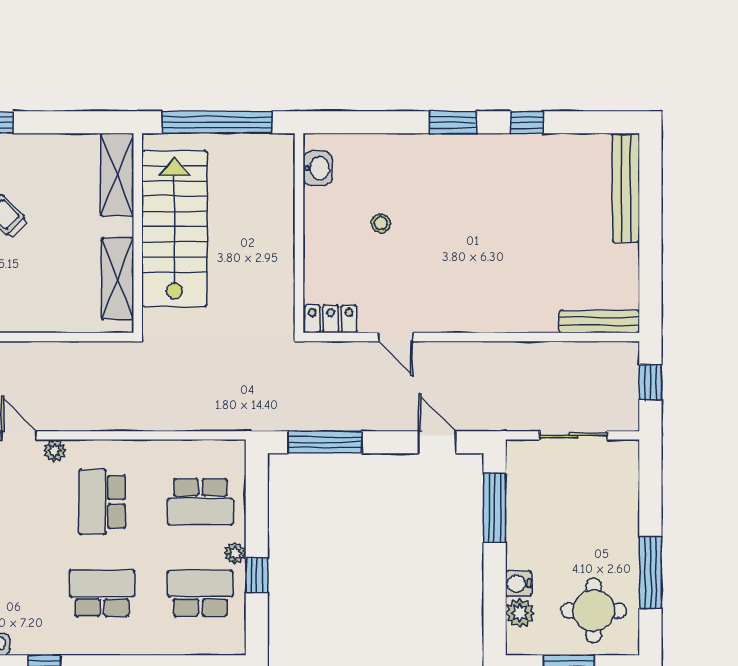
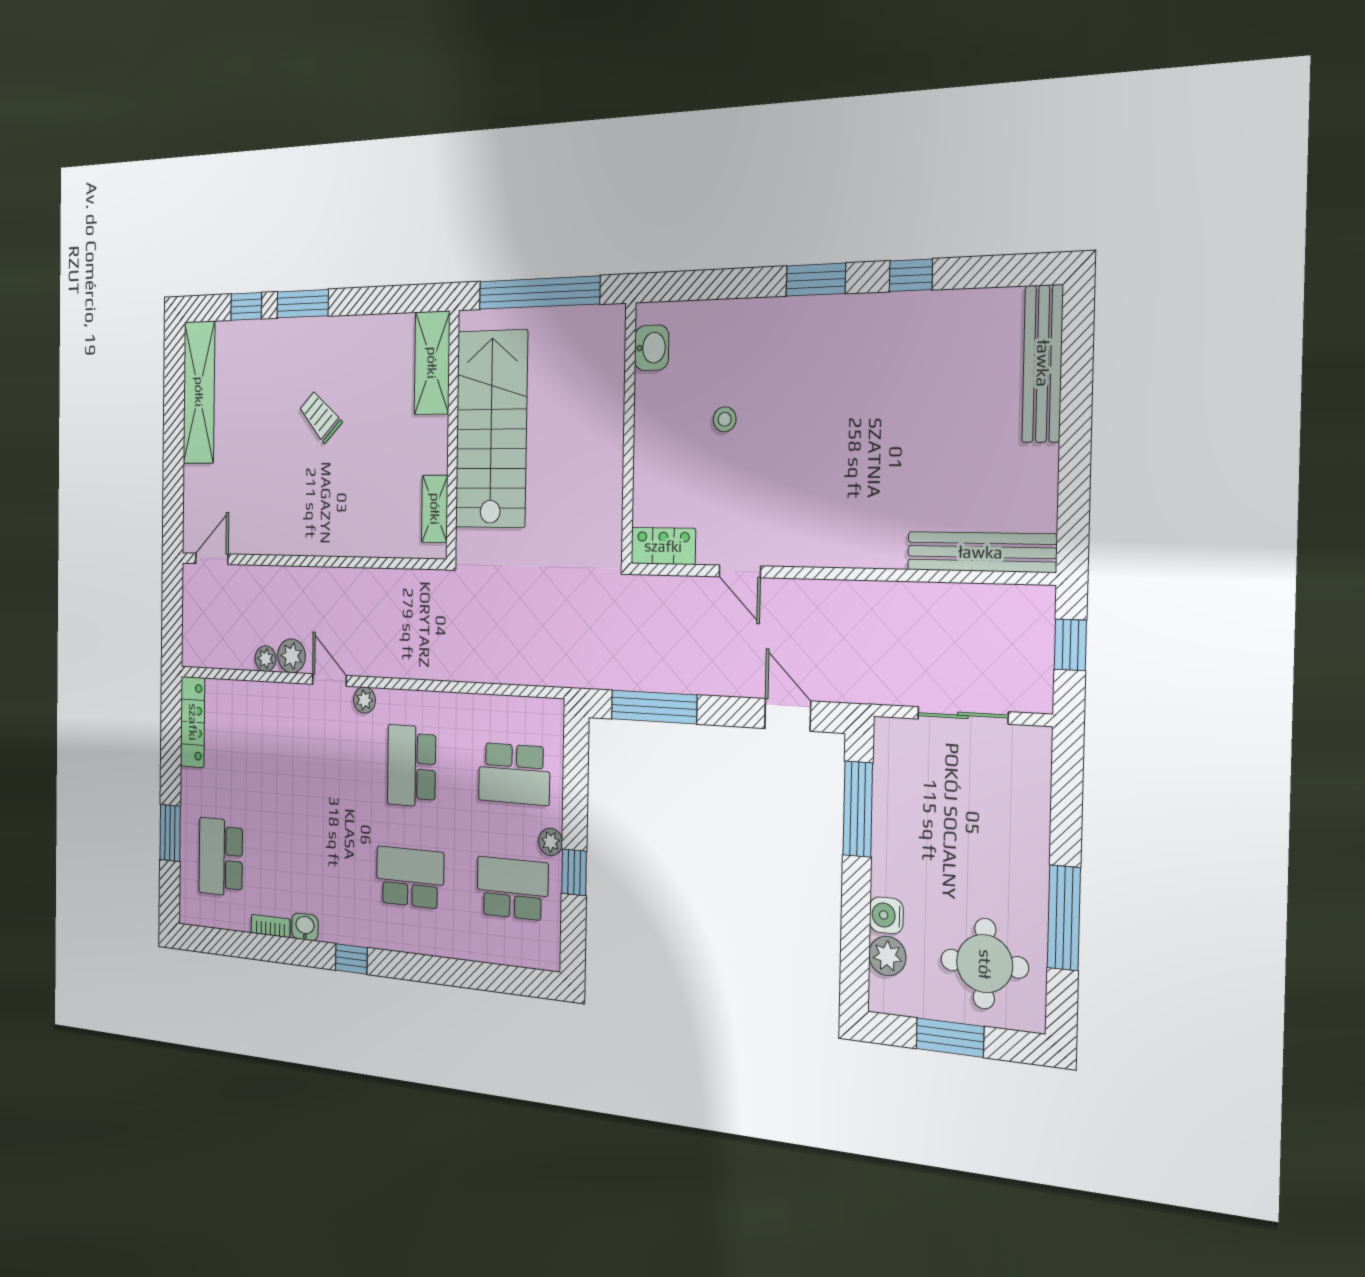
shelving: (117, 279) -> (435, 509), width x0.67, depth x0.75
bench: (599, 322) -> (981, 552), width x1.37, depth x1.21

